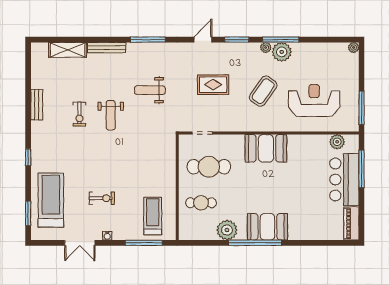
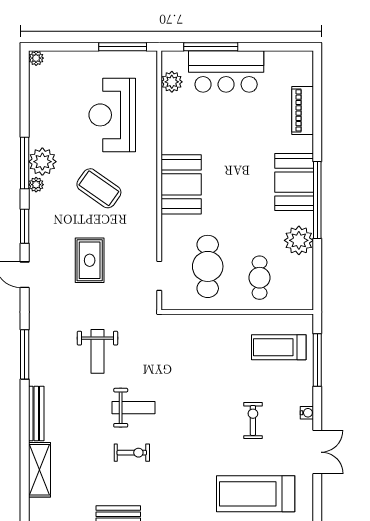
piano: (351, 223) -> (303, 110), moved, turned 90

